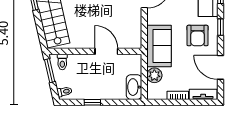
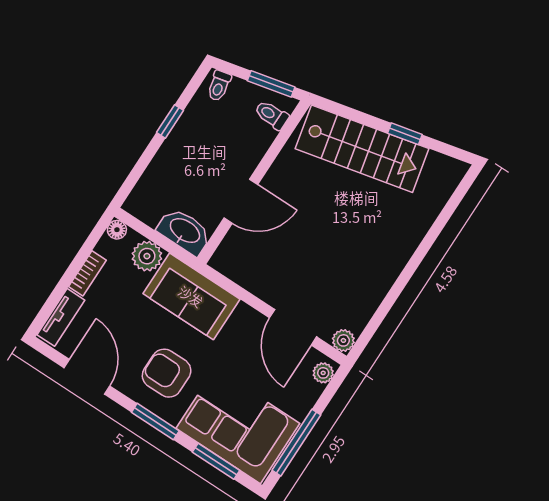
window: (221, 27) -> (155, 422), width x1.50
door: (221, 67) -> (87, 377), hinge flipped
washbasin: (134, 87) -> (184, 231), moved
floor lamp: (152, 95) -> (117, 230), added

